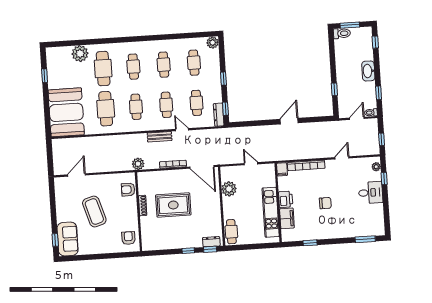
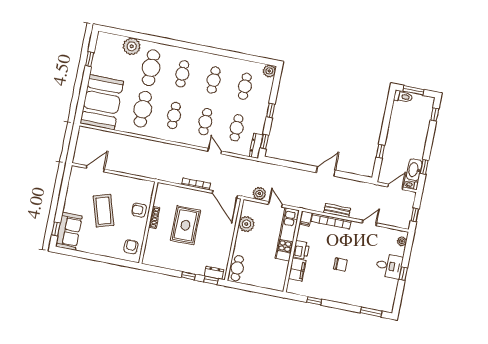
washbasin: (368, 71) -> (414, 170), moved
bench: (160, 137) -> (337, 210), moved
plant: (138, 164) -> (259, 194), moved
window: (384, 179) -> (403, 274), moved
armchair: (128, 190) -> (139, 210), moved
rug: (173, 205) -> (185, 225), turned 90
kitchen unit: (271, 212) -> (287, 234), moved

